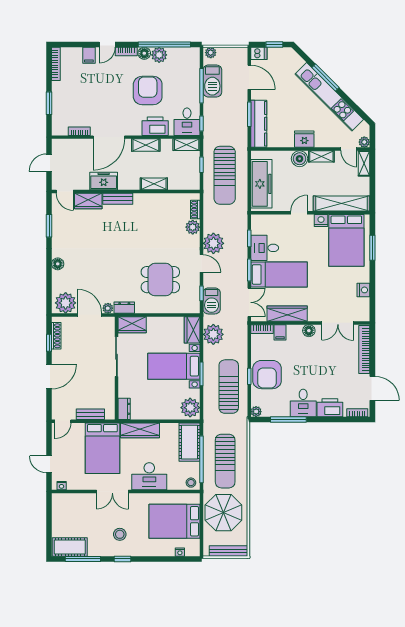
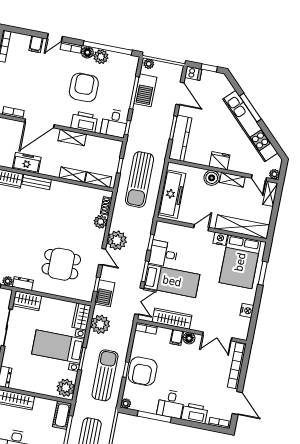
shelving: (187, 145) -> (98, 180), moved
filing cabinet: (280, 332) -> (177, 337), moved
cot: (190, 442) -> (62, 415), width x0.73, depth x0.75

